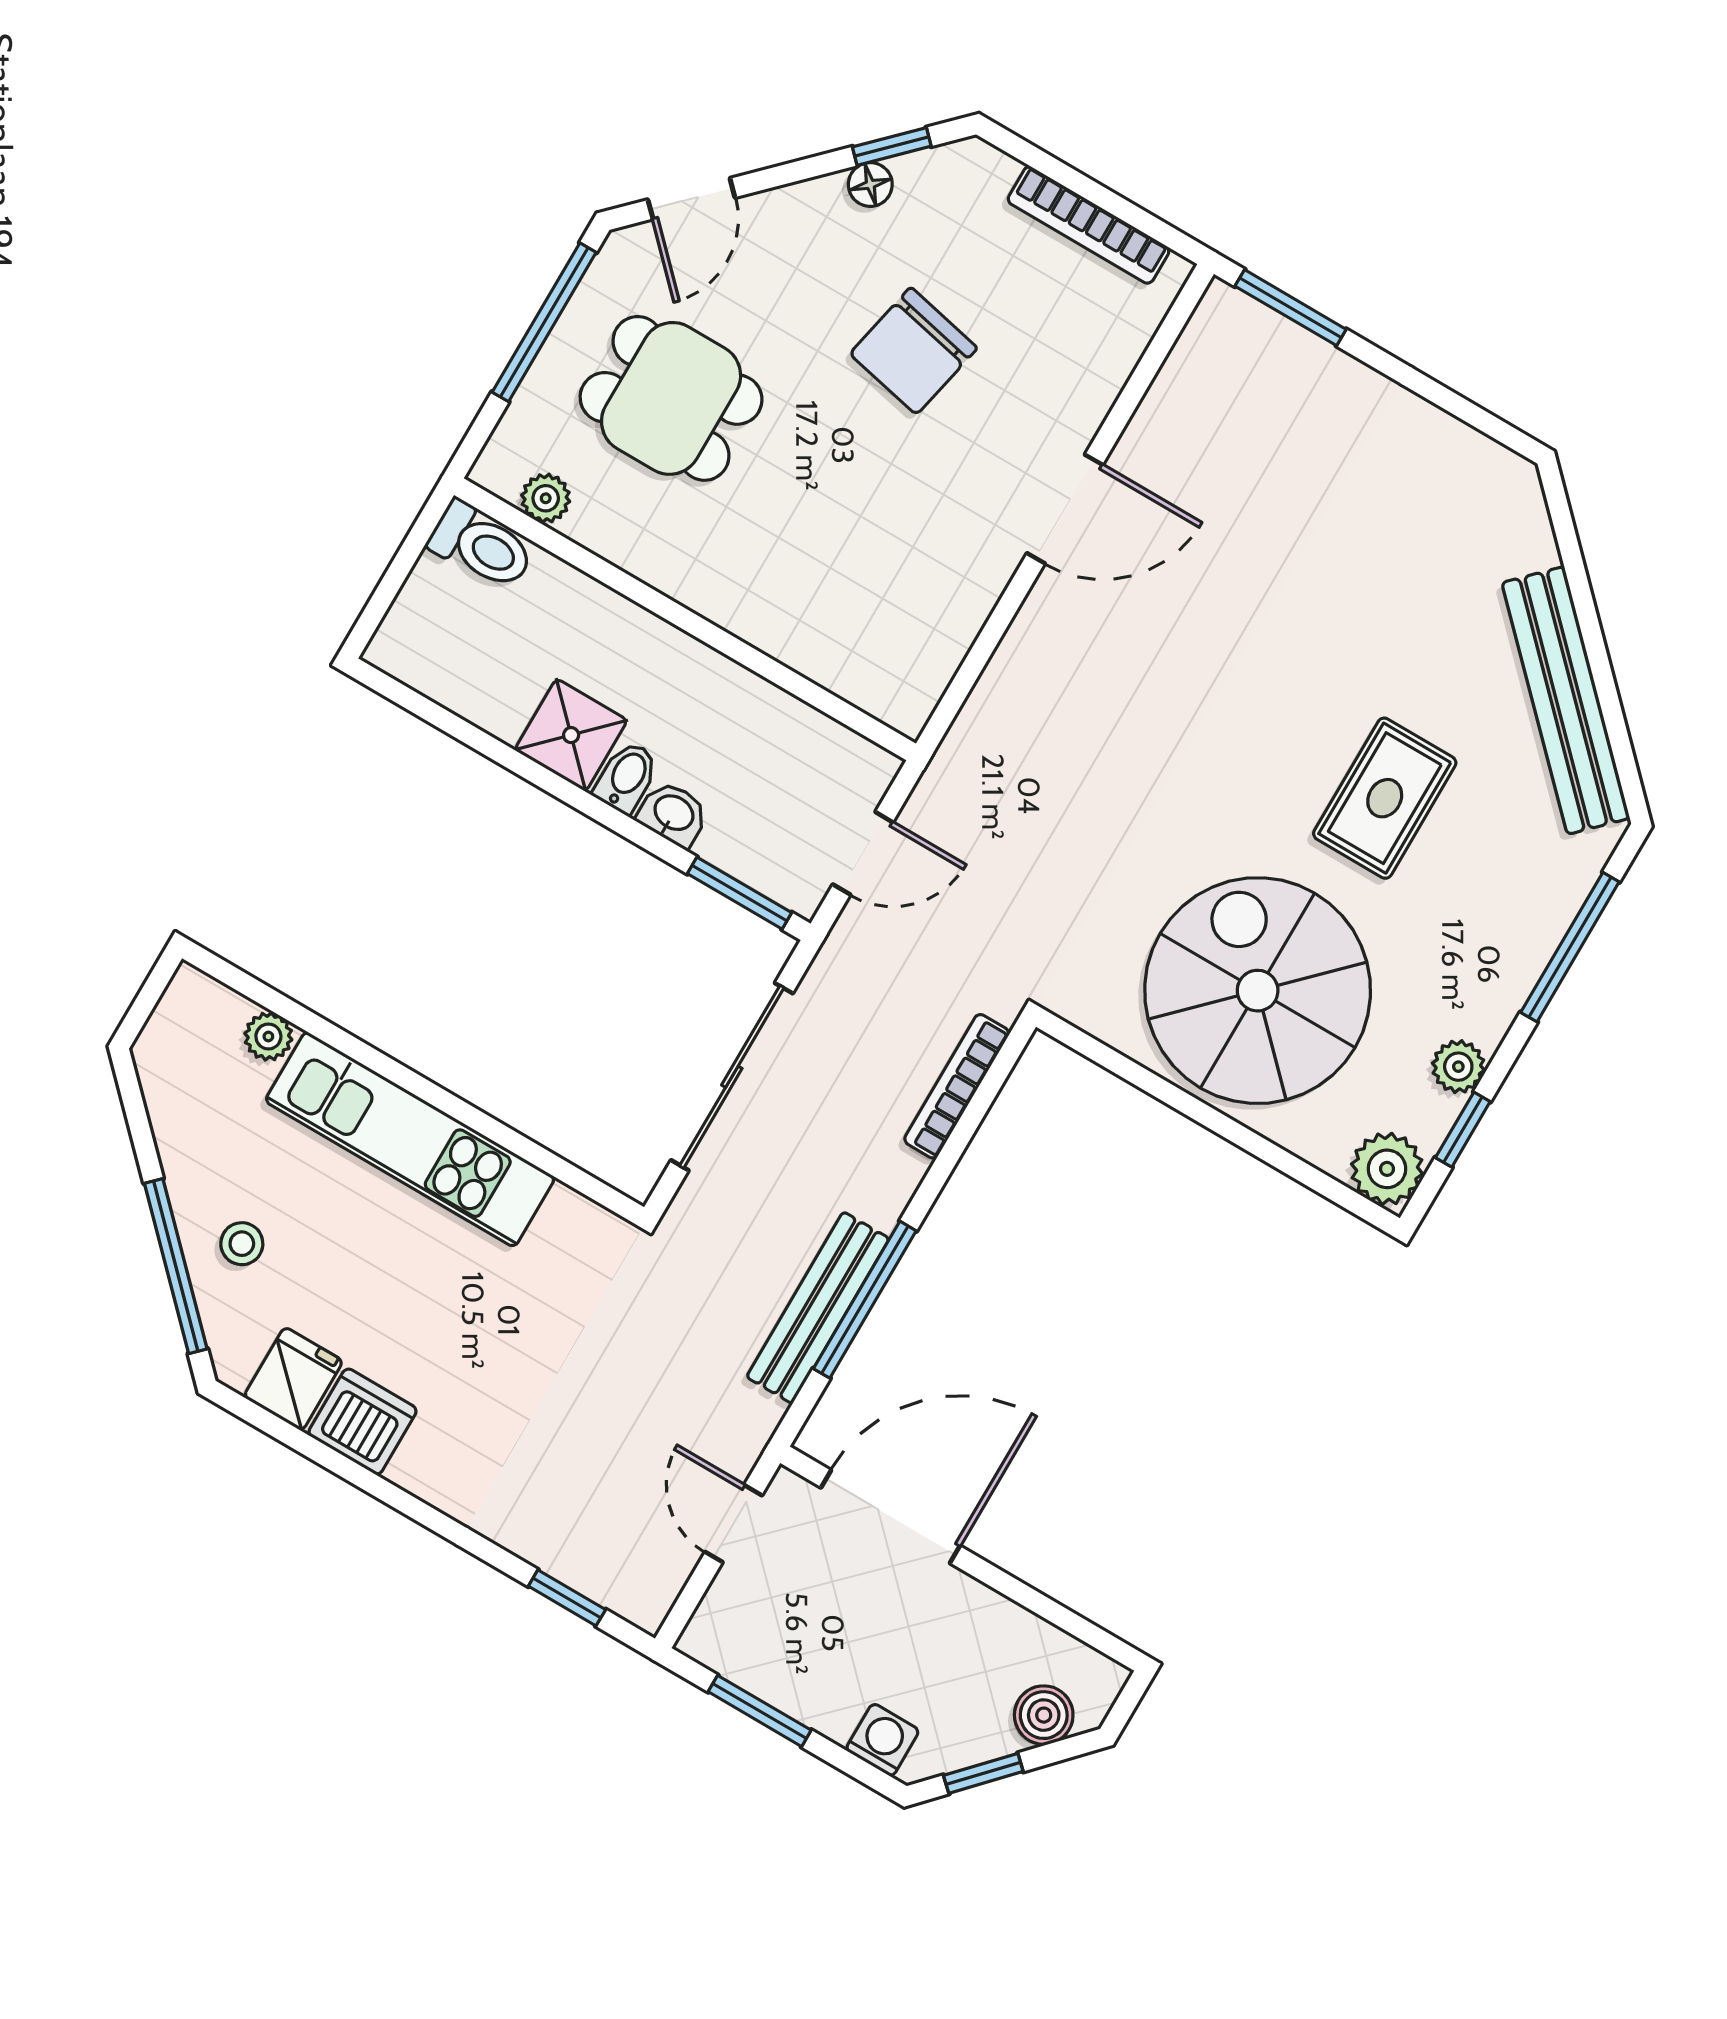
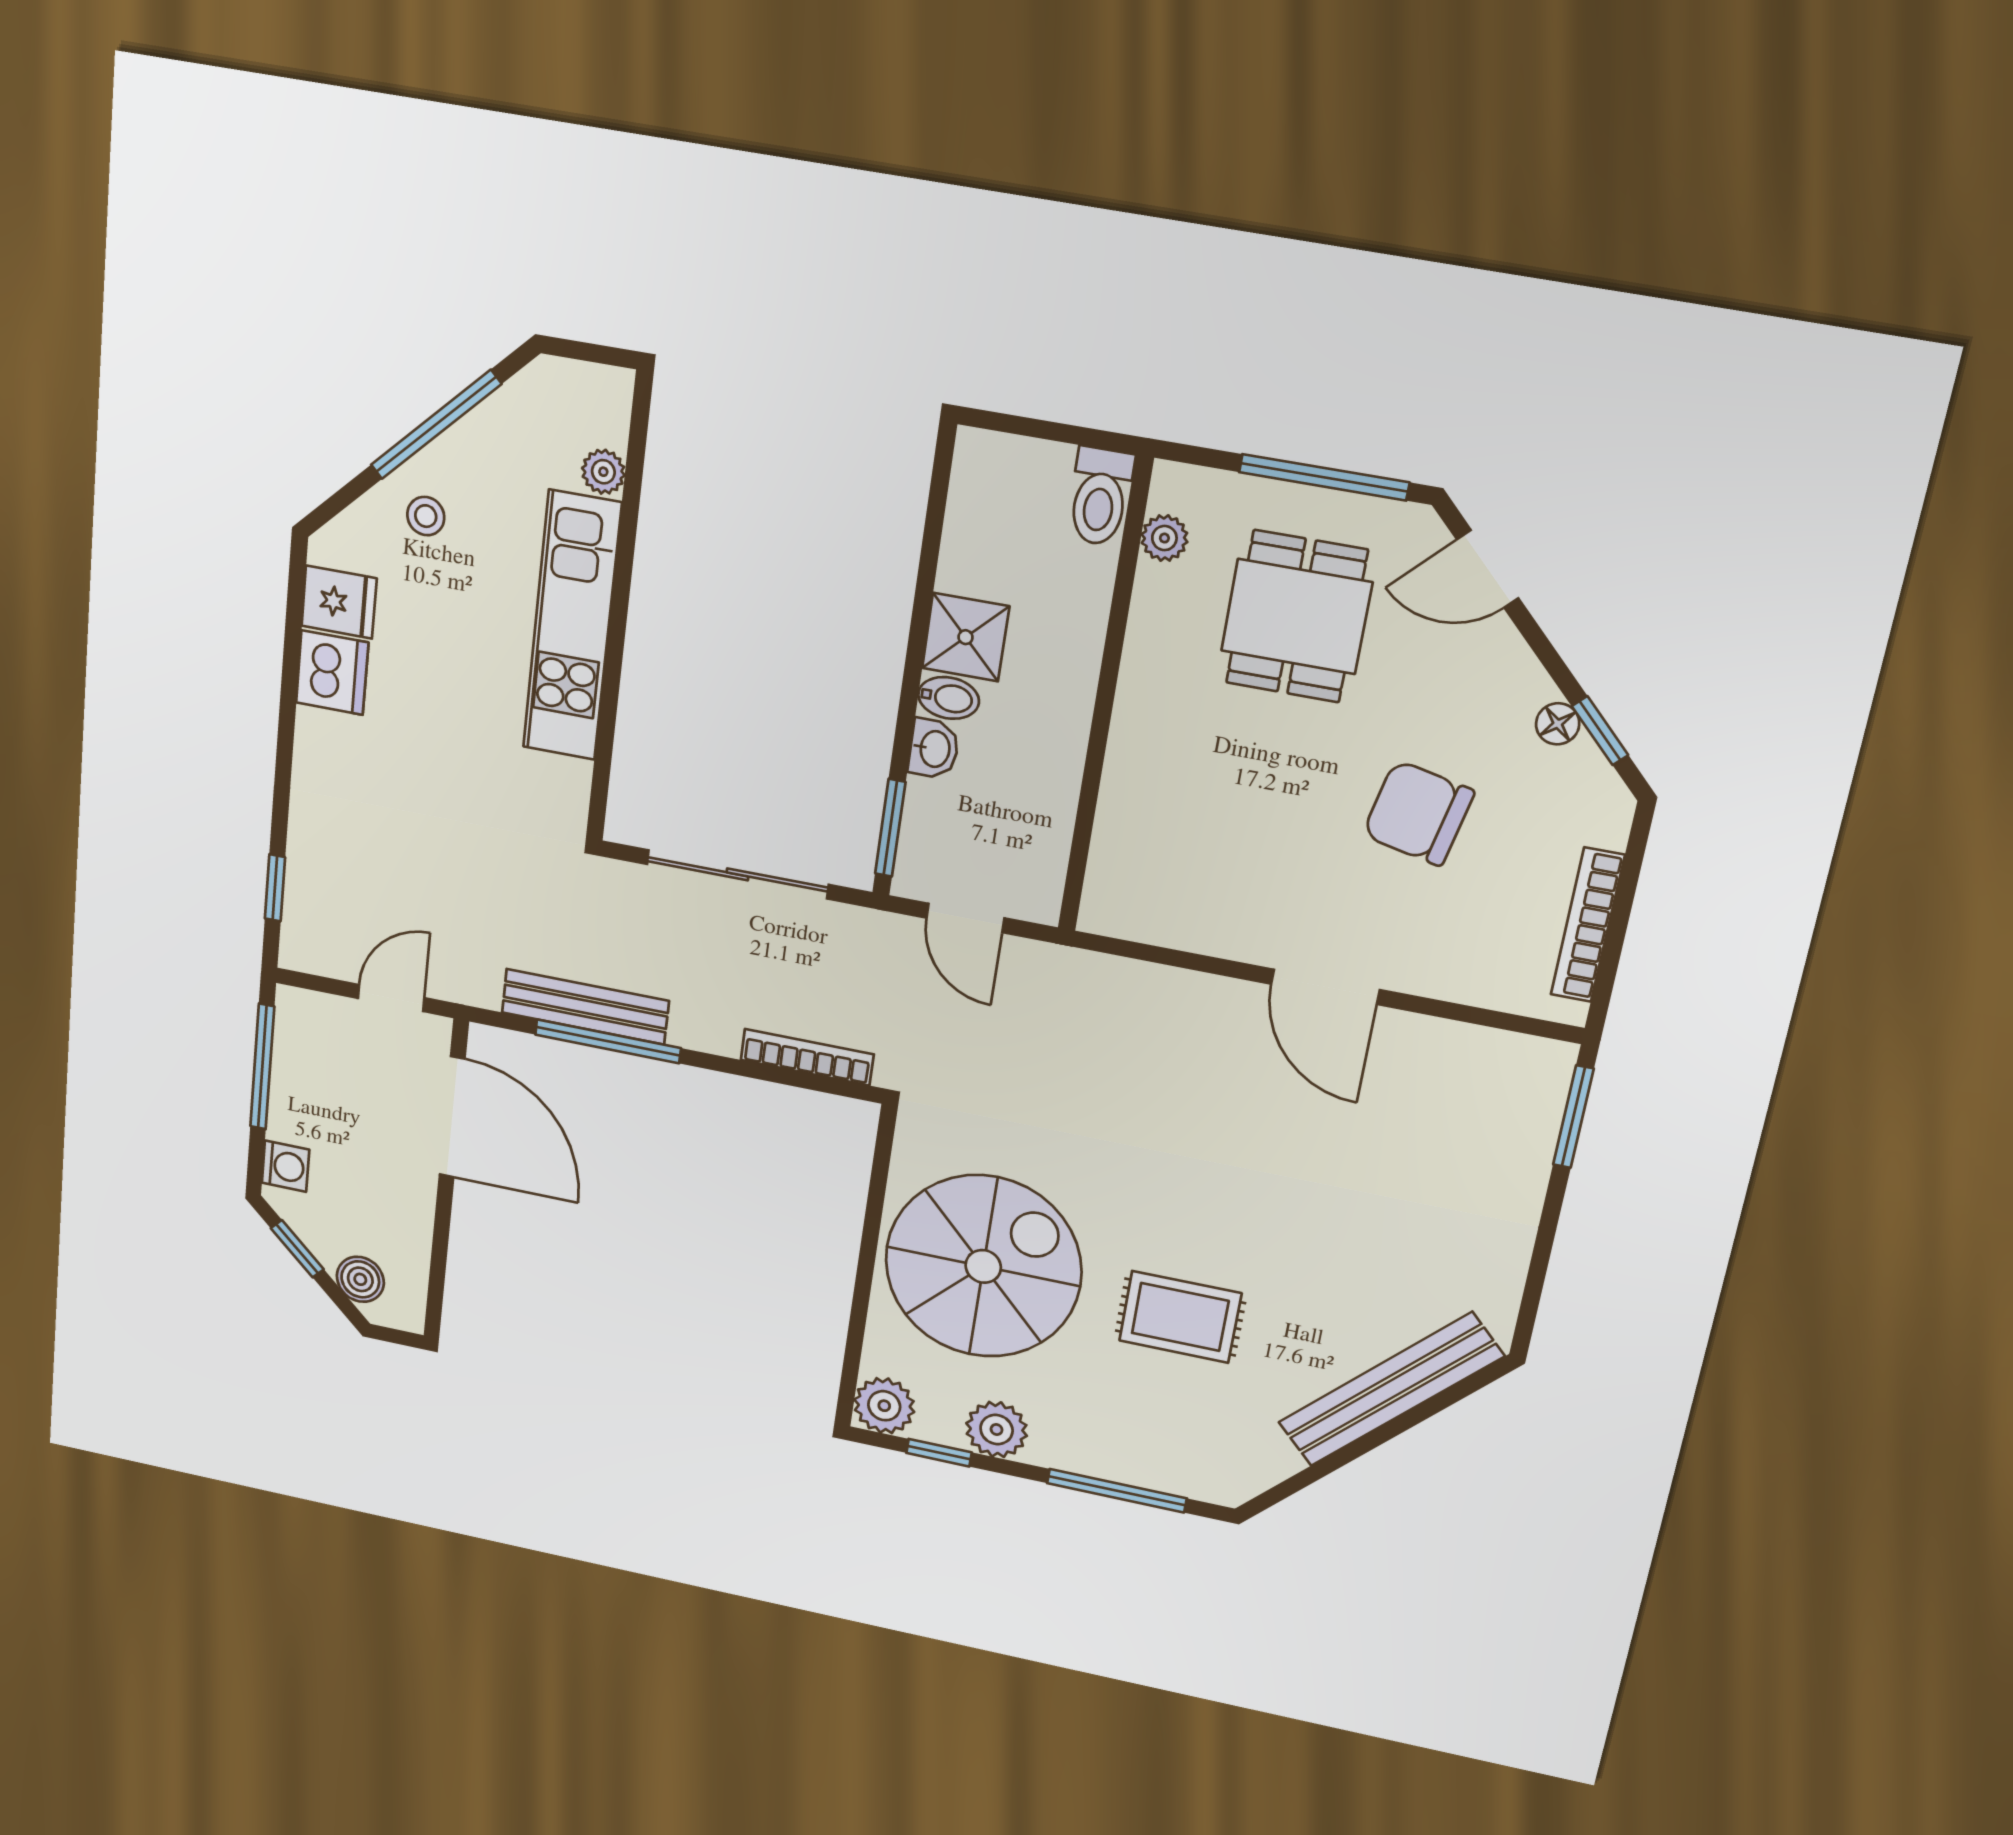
bench: (1566, 700) -> (1391, 1390), moved
plant: (1458, 1067) -> (997, 1430), width x1.38, depth x1.38
window: (176, 1266) -> (436, 425), moved
window: (760, 1711) -> (262, 1067), width x1.44

